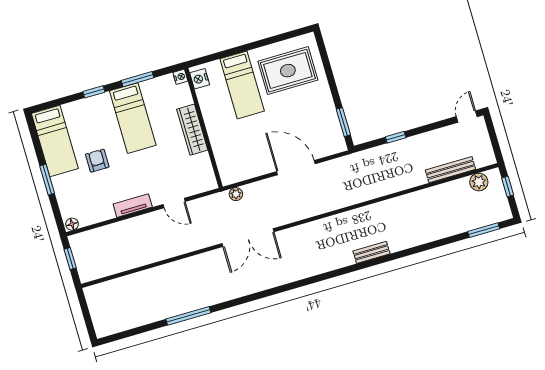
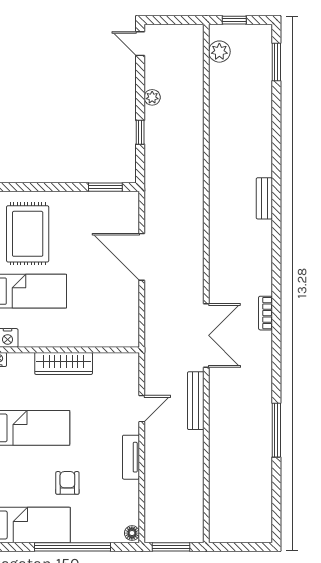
armchair: (97, 161) -> (67, 483), turned 90
door: (296, 168) -> (142, 257), hinge flipped
bench: (450, 170) -> (196, 401), moved
window: (47, 180) -> (73, 547), width x2.11
plant: (236, 194) -> (152, 97), moved
window: (70, 259) -> (171, 547), width x1.50
bookcase: (280, 280) -> (265, 313), added

